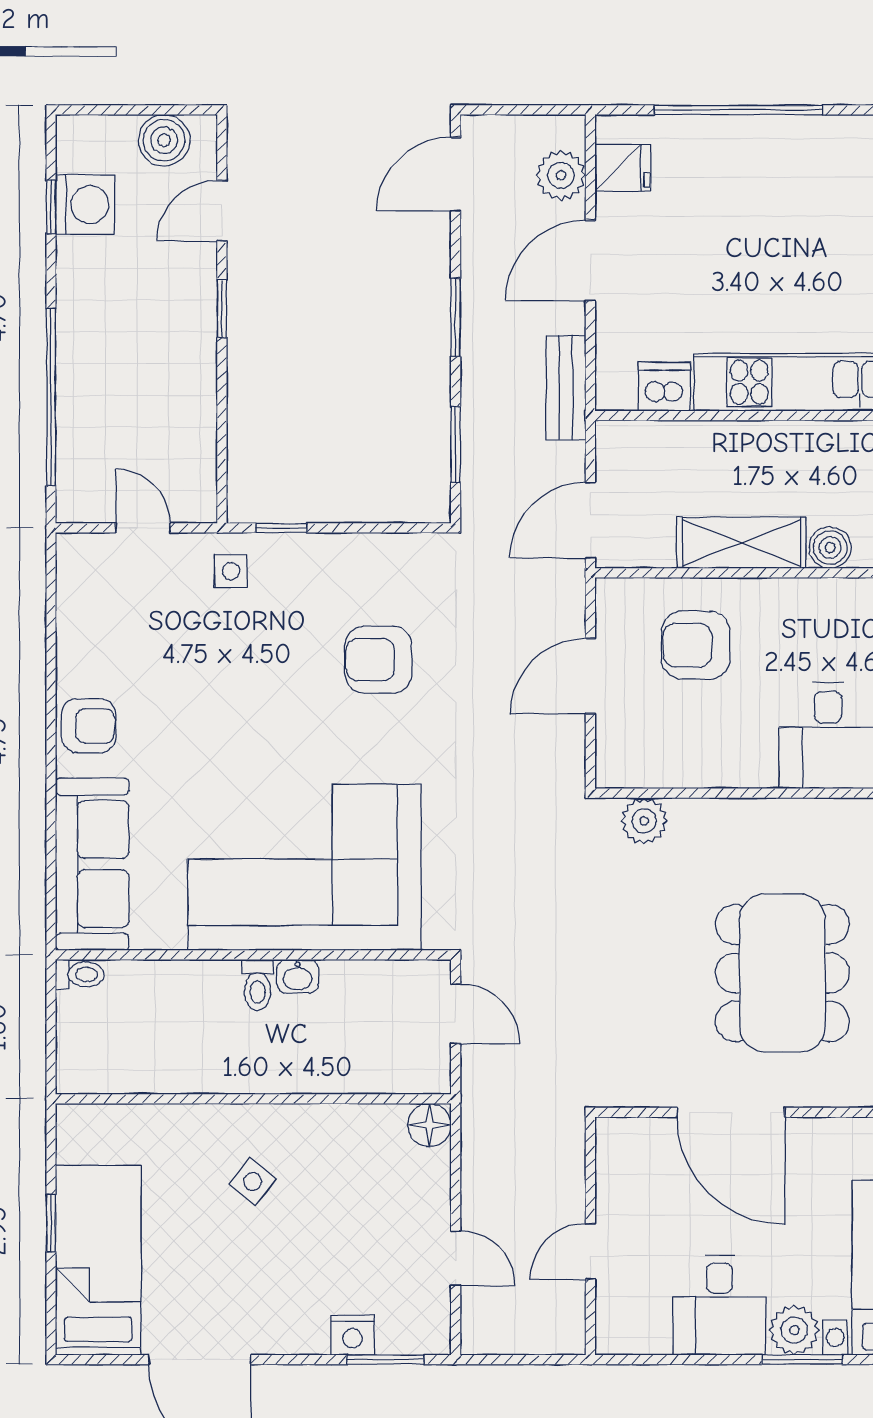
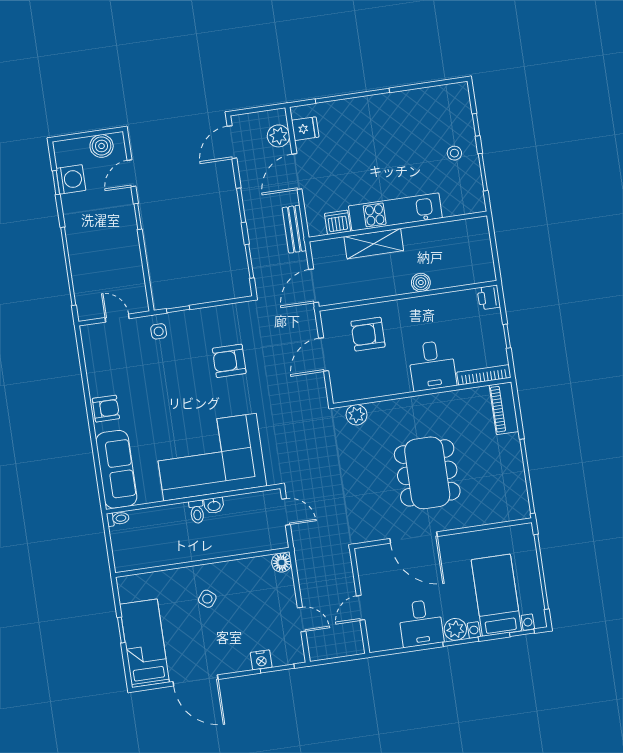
shelving: (741, 543) -> (374, 244), moved

